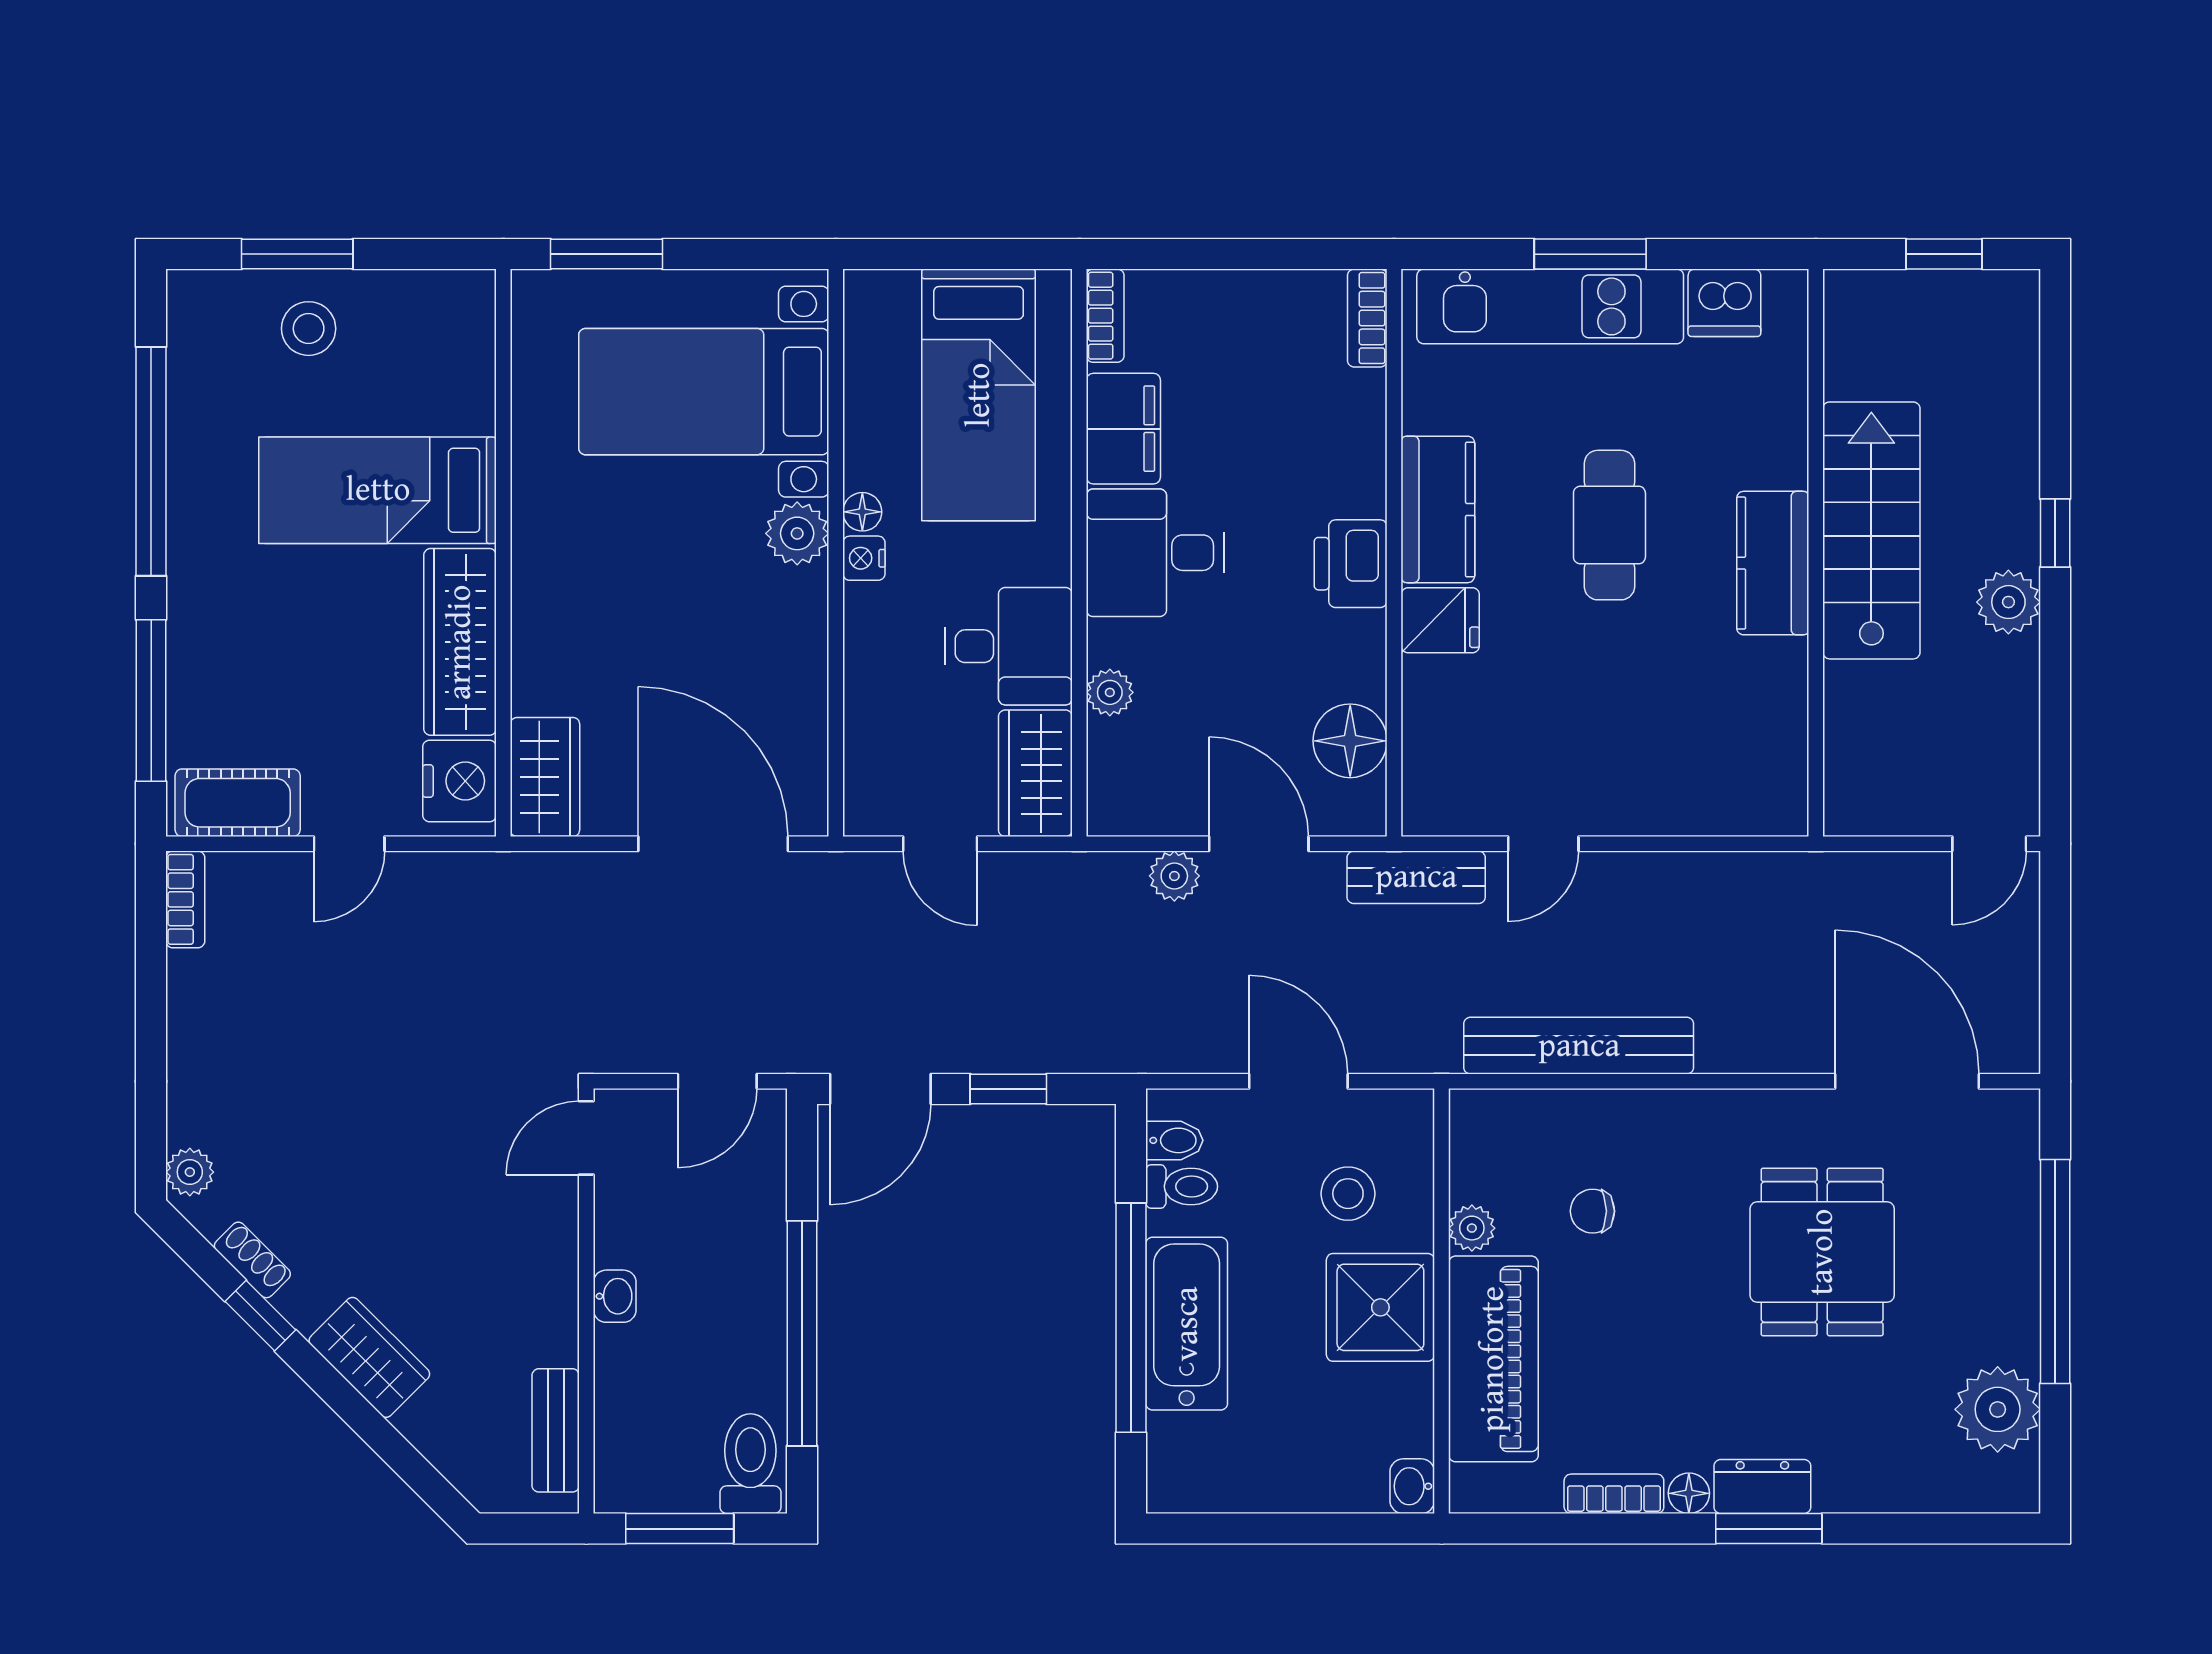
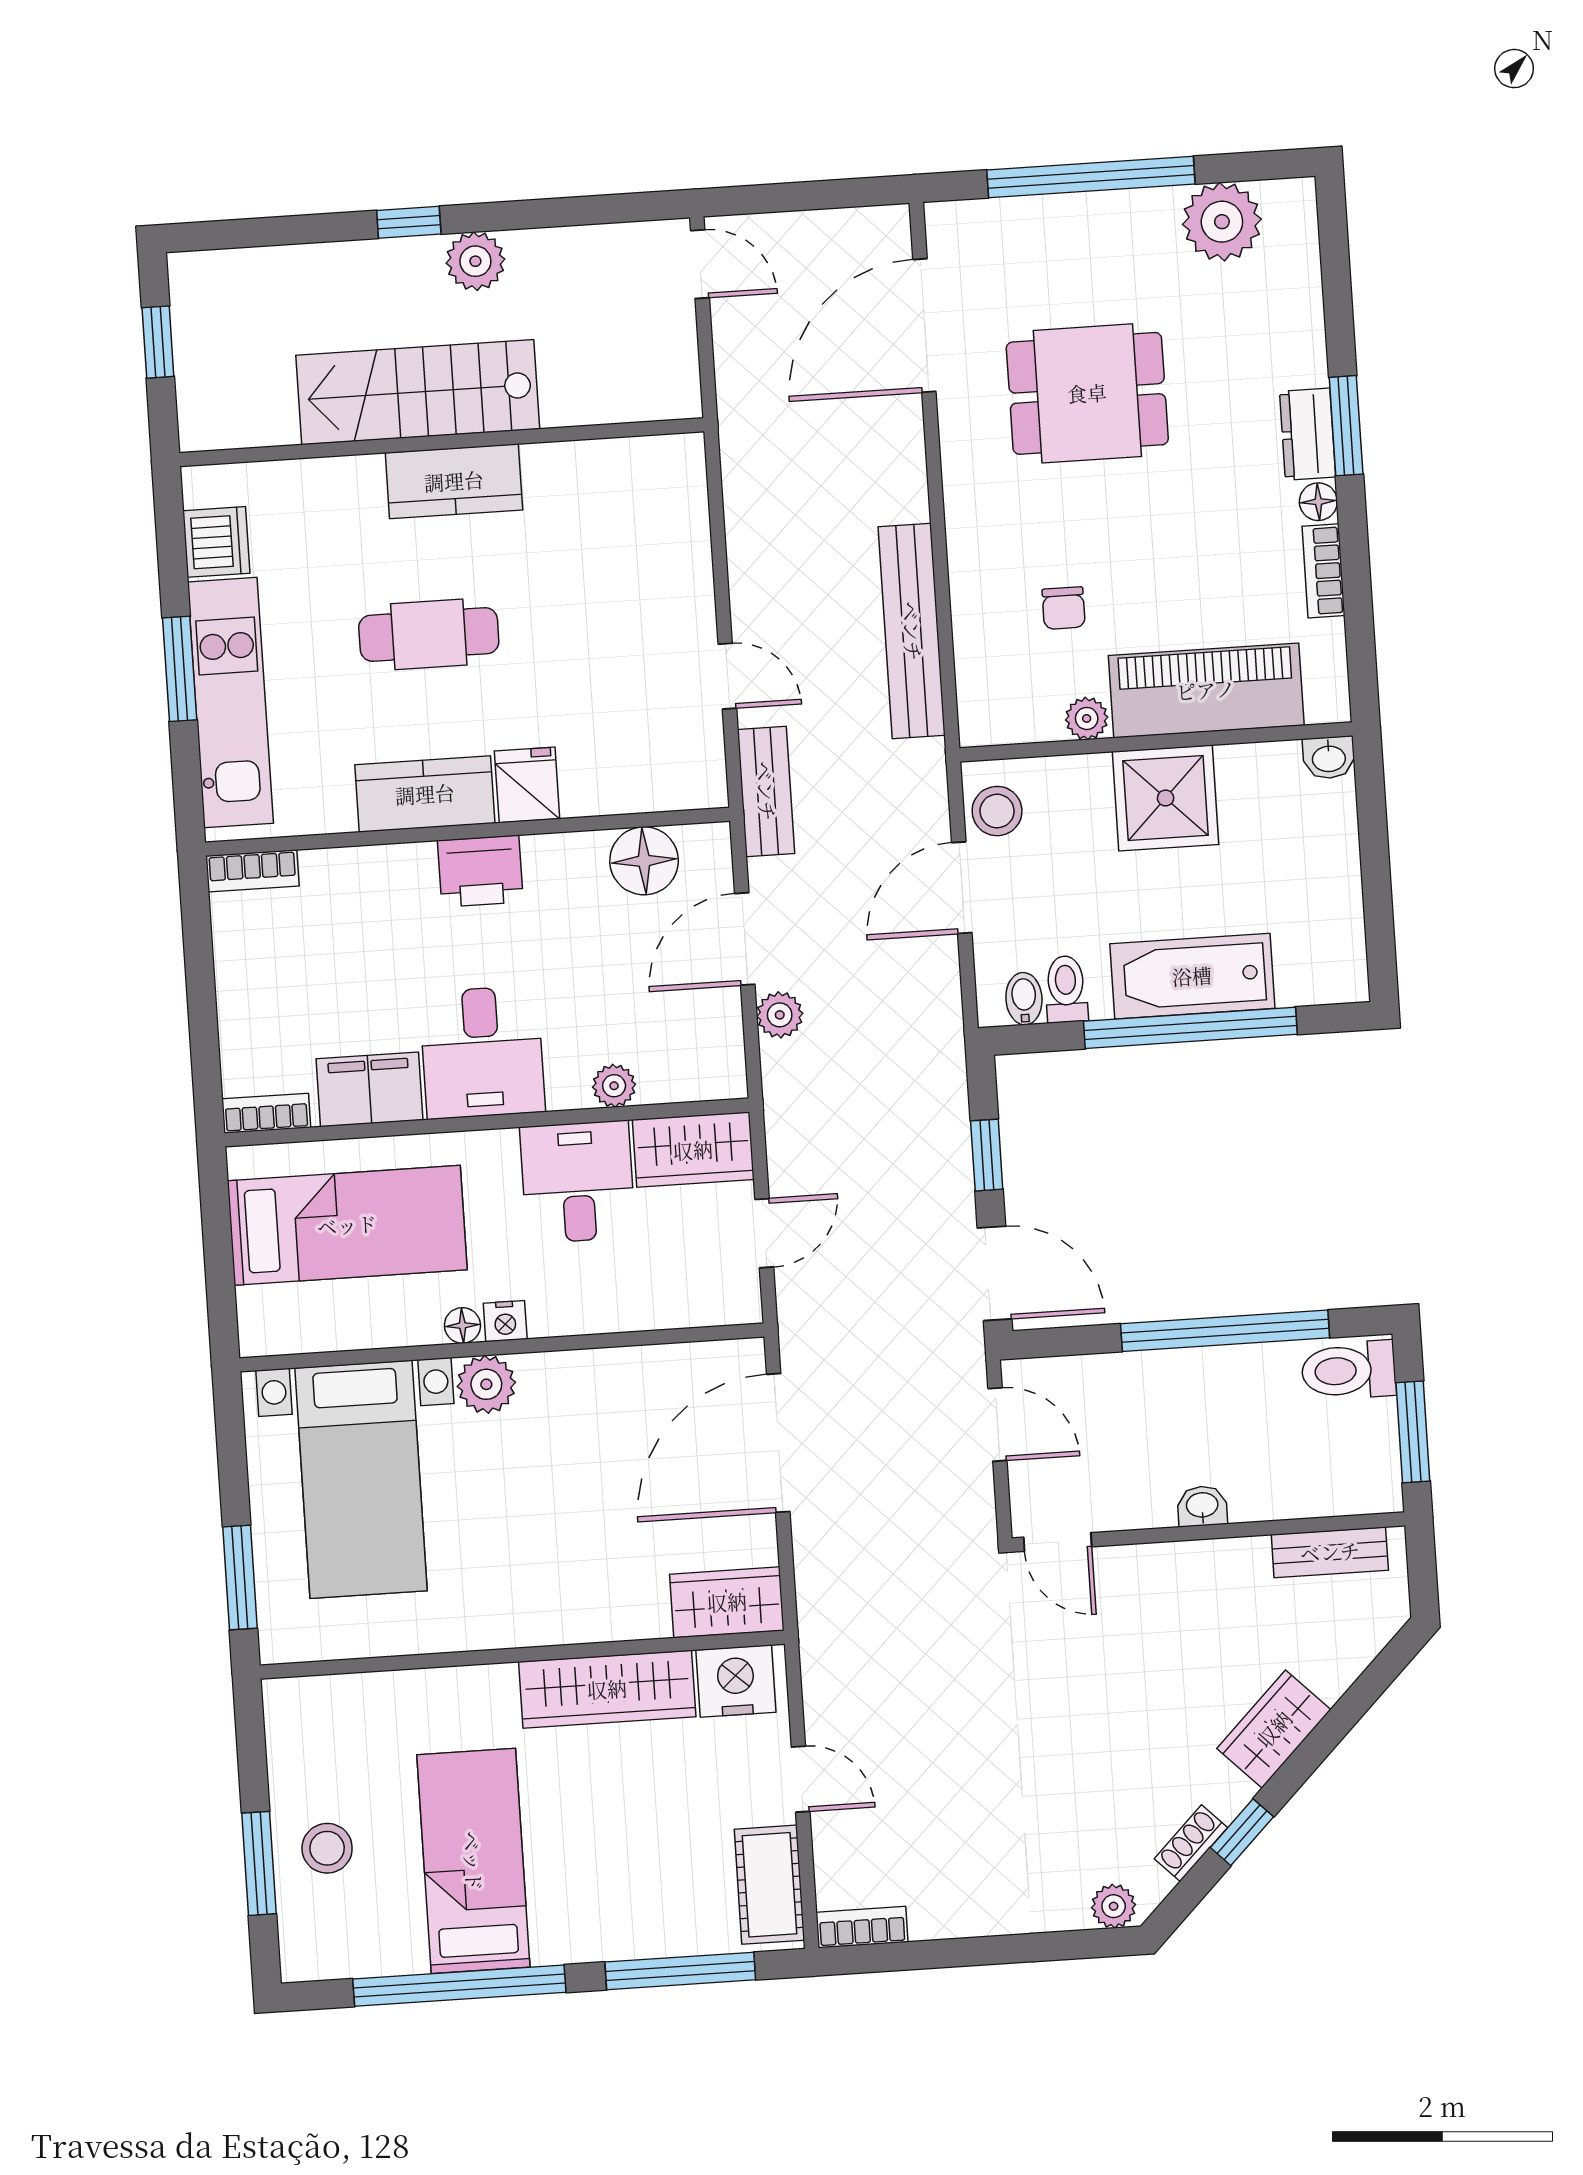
bed: (378, 490) -> (473, 1861), moved, turned 180
stool: (1348, 1194) -> (997, 811), moved

